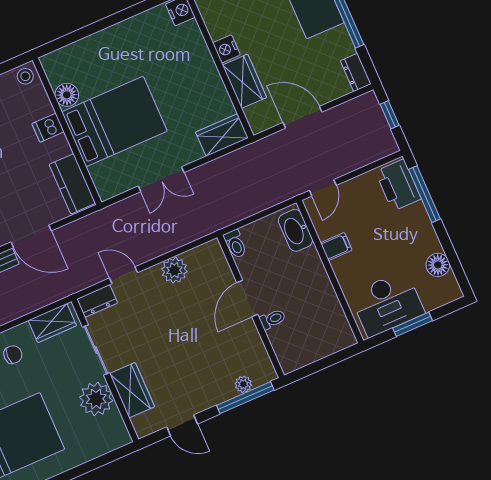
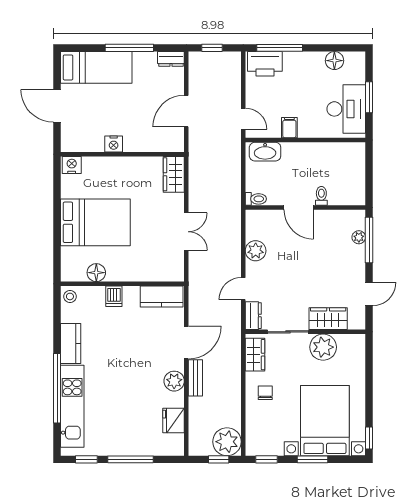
wardrobe: (244, 81) -> (142, 141), removed
bed: (114, 121) -> (95, 222), moved, turned 90

